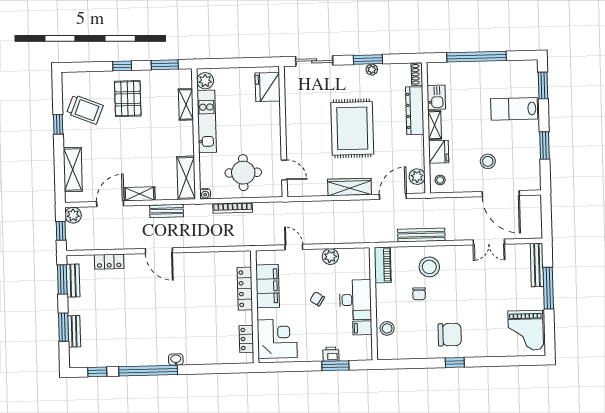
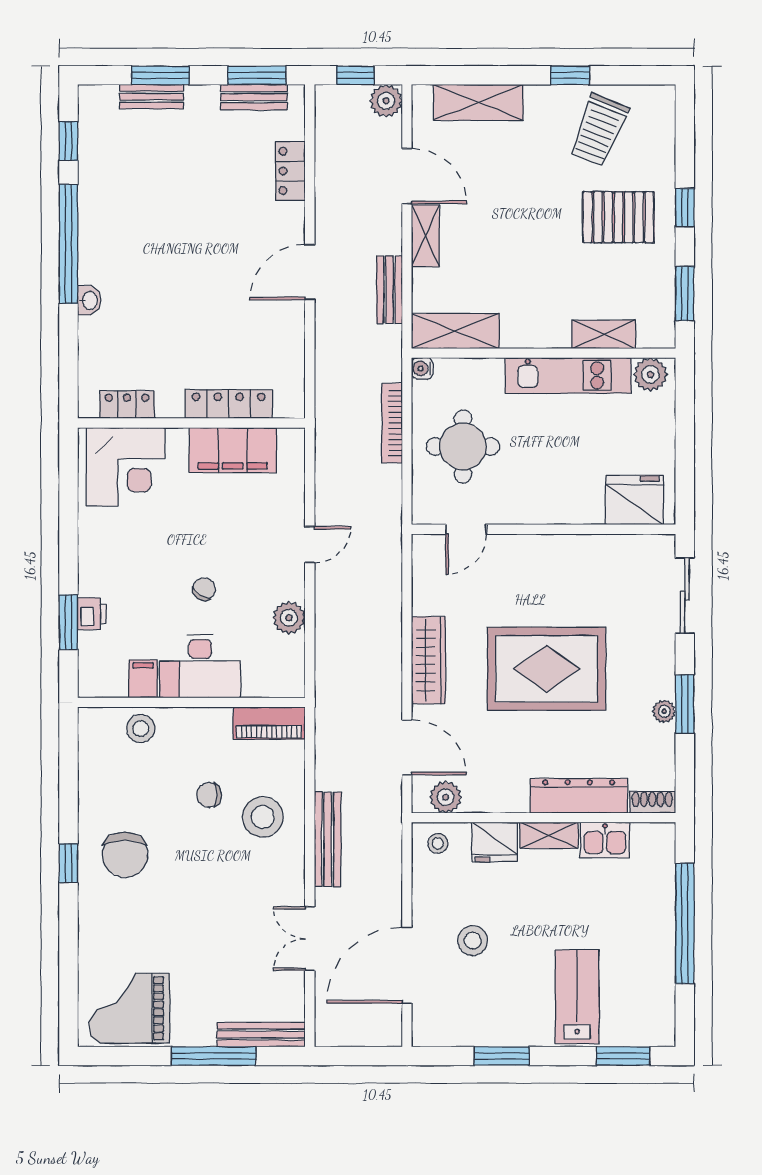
bench: (421, 235) -> (328, 839), moved
filing cabinet: (268, 286) -> (233, 450), moved
locker: (245, 289) -> (229, 404), moved
wall: (255, 307) -> (191, 423), moved
locker: (246, 339) -> (127, 405), moved
corner desk: (277, 339) -> (126, 467), moved

